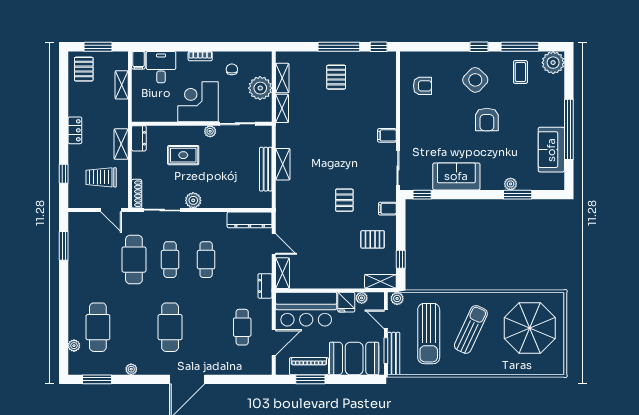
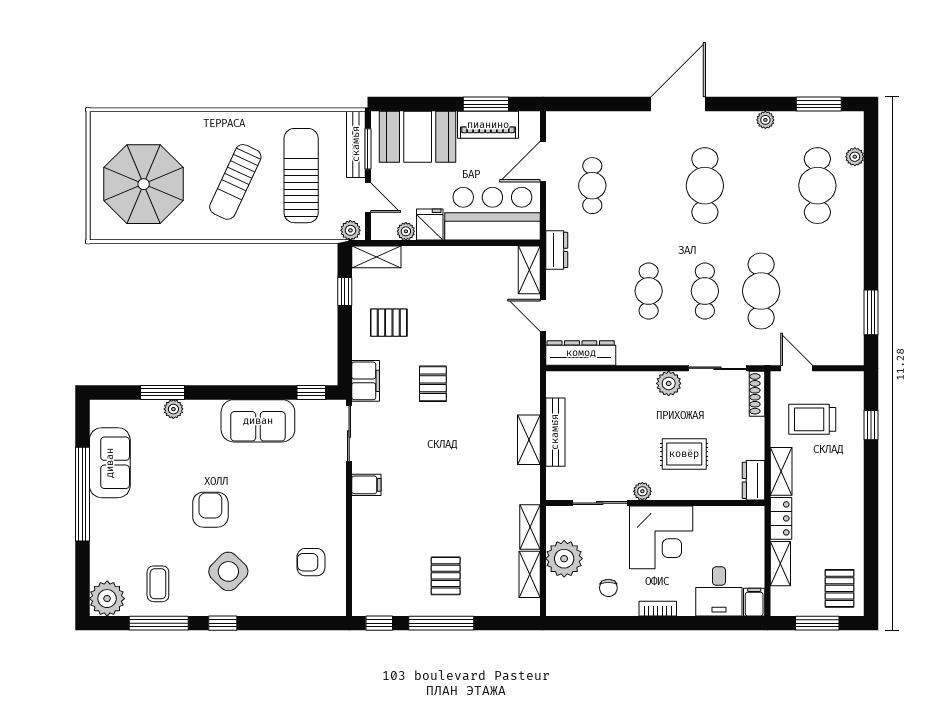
locker: (75, 130) -> (781, 518), moved, turned 180
trolley: (101, 177) -> (812, 419), turned 180
filing cabinet: (387, 209) -> (366, 381), width x2.00

